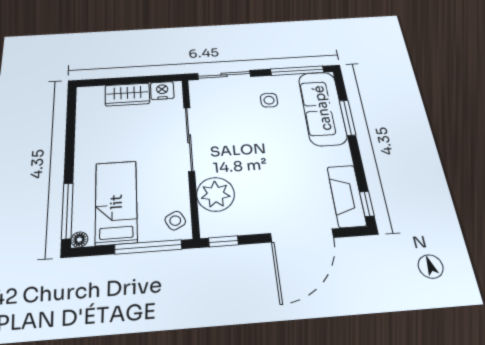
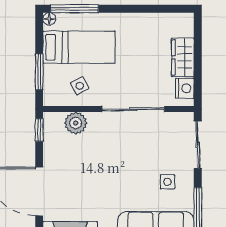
plant: (216, 194) -> (76, 123), width x0.73, depth x0.73
side table: (175, 221) -> (80, 86), moved
window: (148, 247) -> (39, 72), width x0.69

